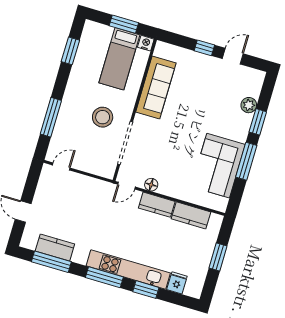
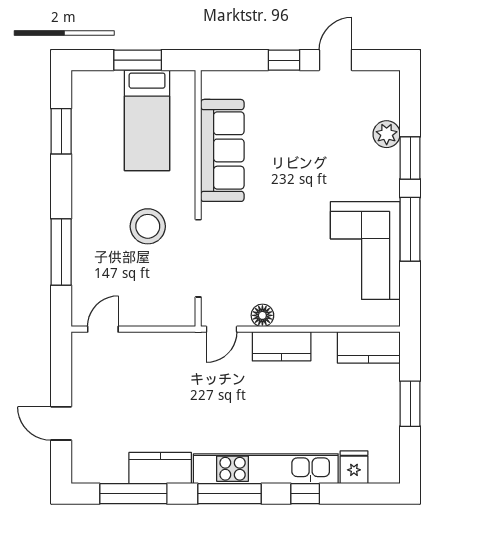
nightstand: (146, 43) -> (184, 81), removed
kitchen counter: (191, 215) -> (369, 347), moved
kitchen counter: (55, 247) -> (160, 468), moved
window: (146, 290) -> (305, 494), width x0.67

